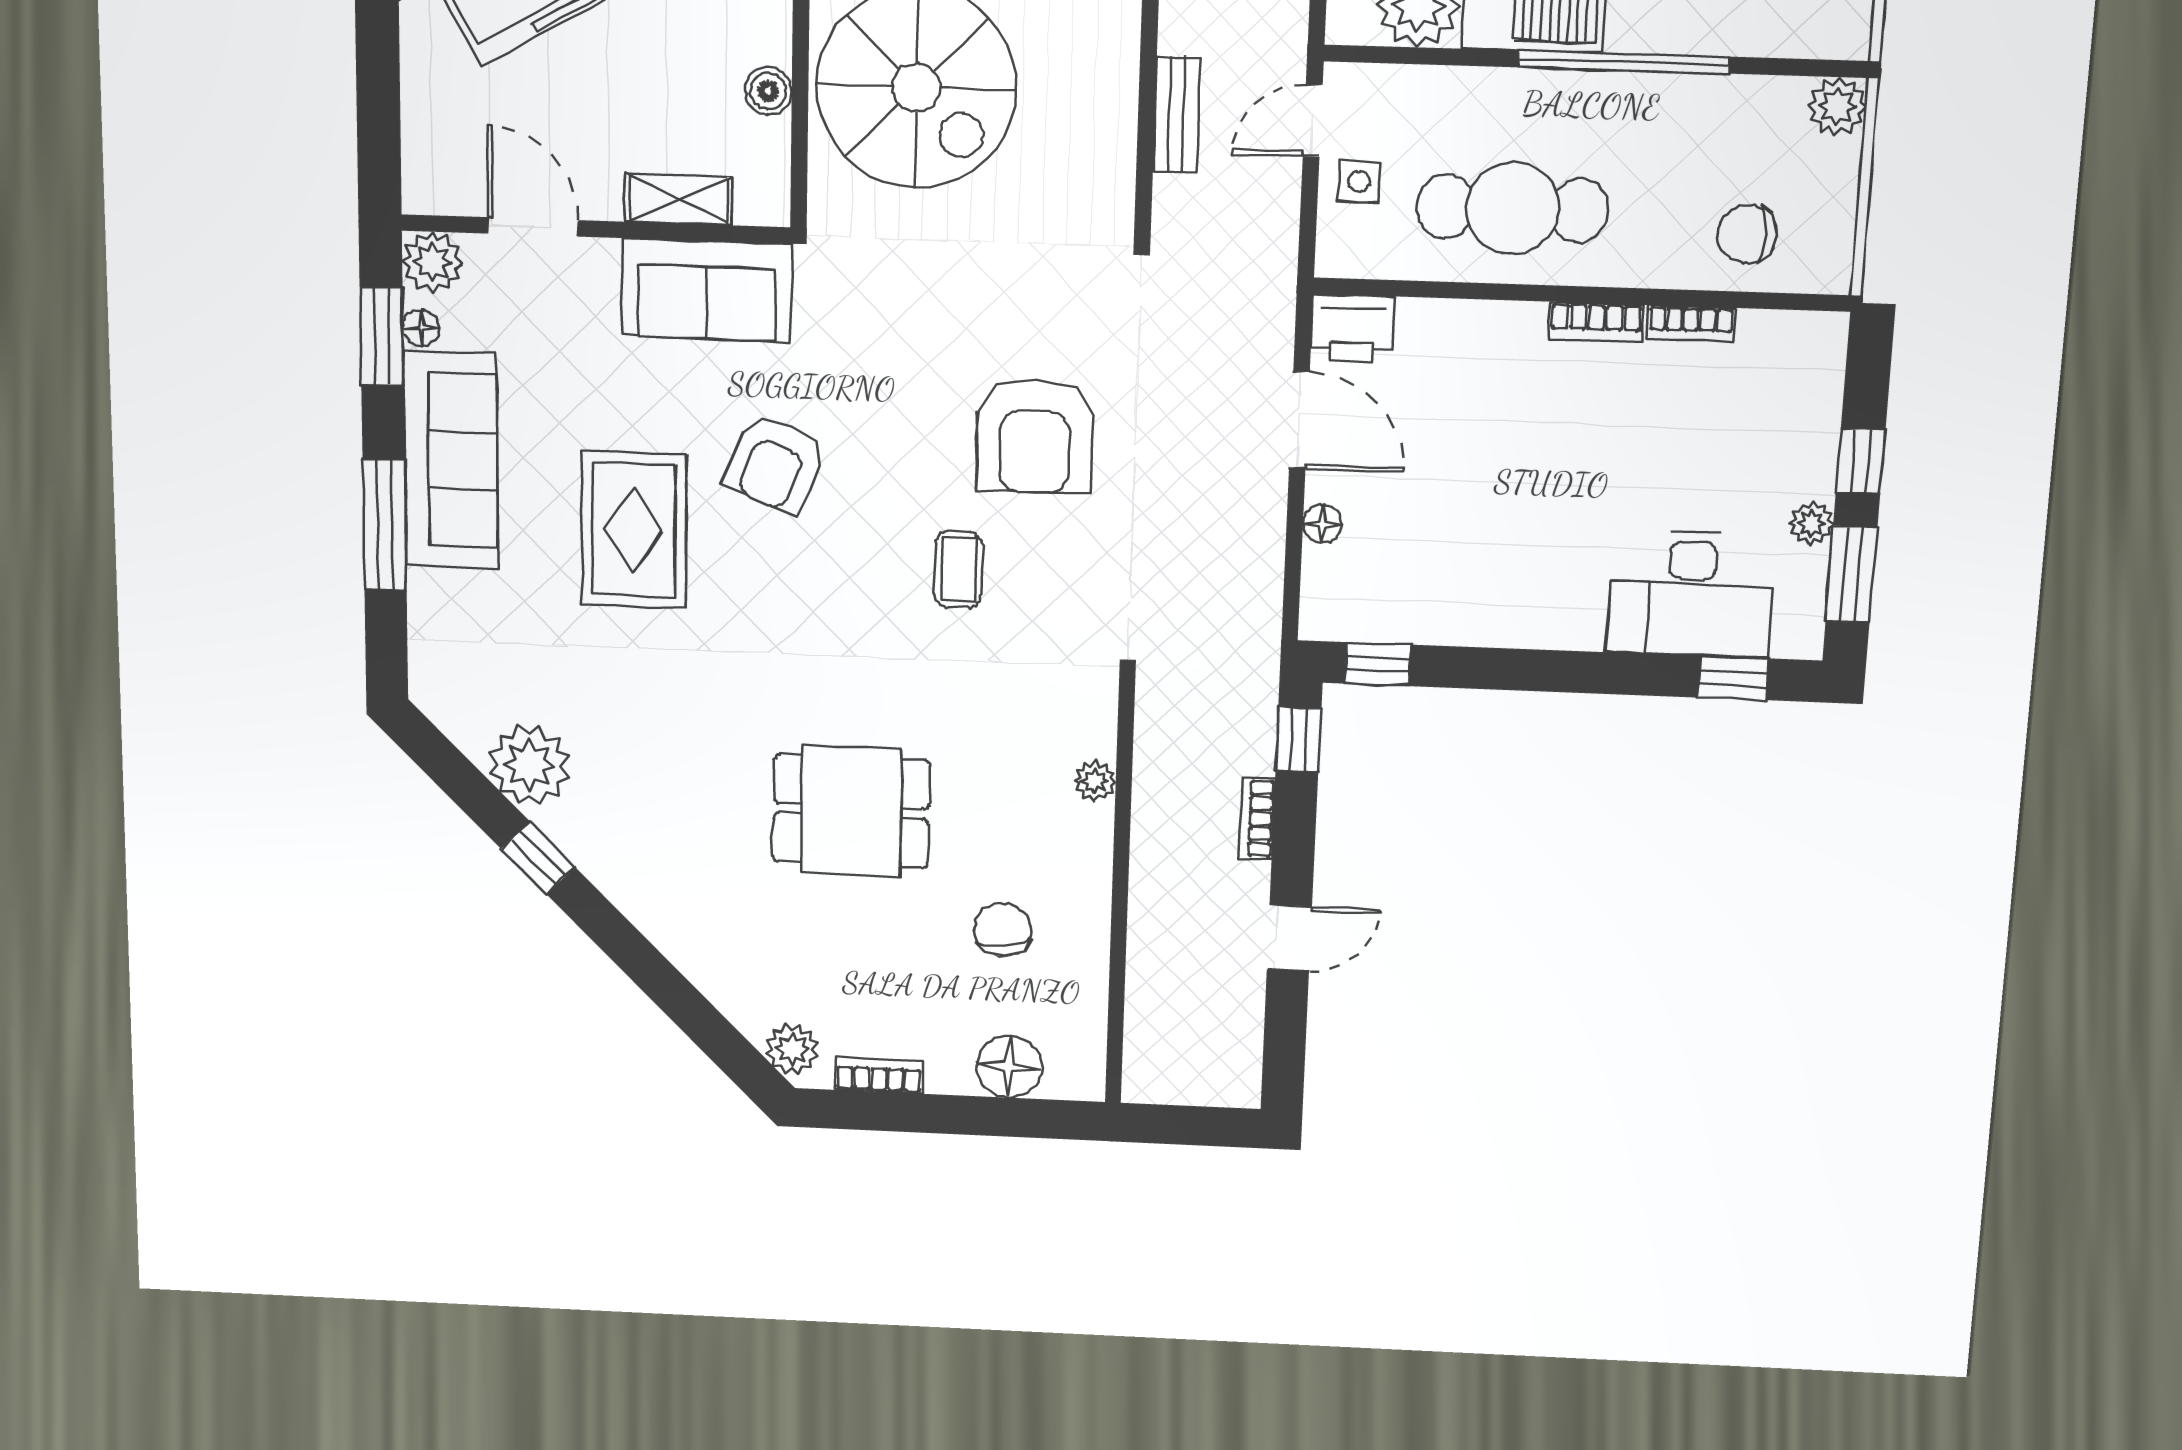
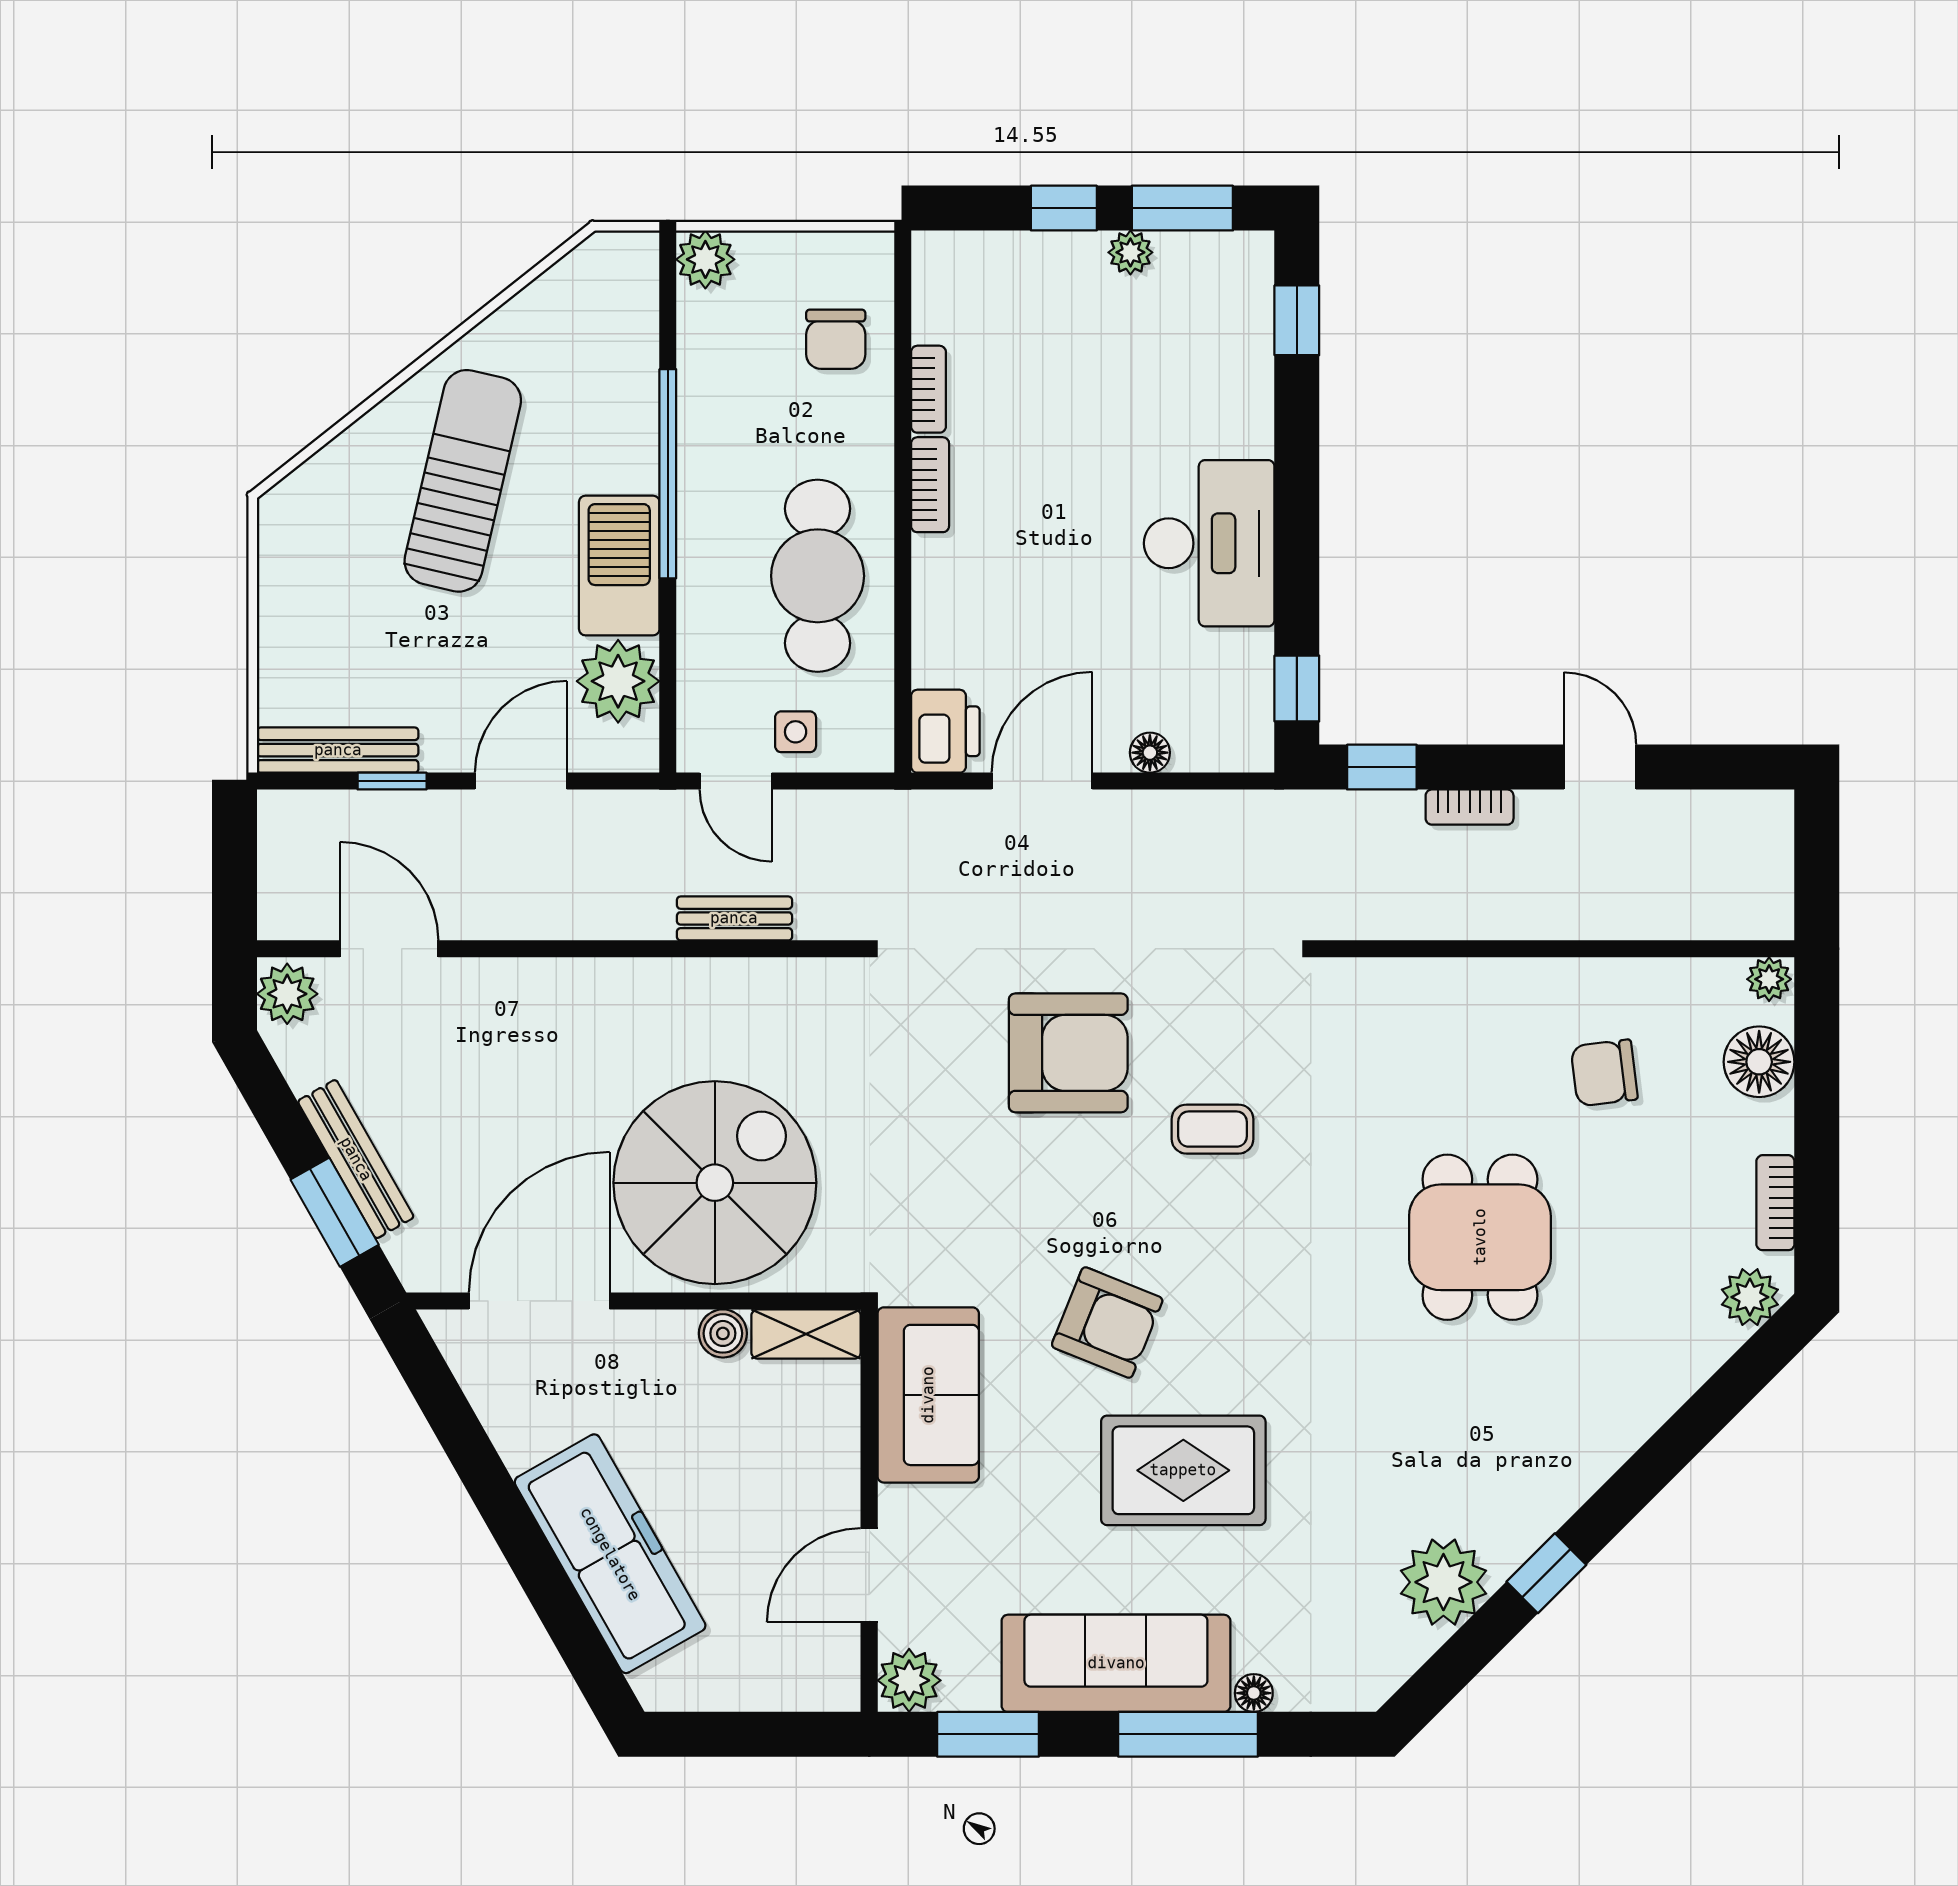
shelving: (678, 200) -> (806, 1334), moved, turned 90
floor lamp: (421, 328) -> (1254, 1693), moved
desk: (1691, 594) -> (1209, 543), moved
plant: (1095, 781) -> (1769, 979), moved

